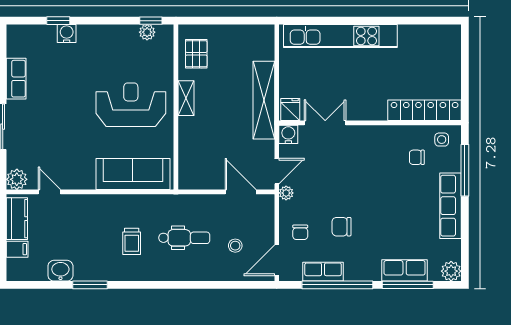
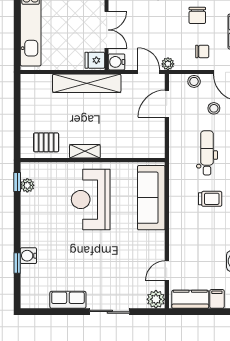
double door: (325, 123) -> (107, 30), swing flipped
stool: (266, 223) -> (194, 81), added

